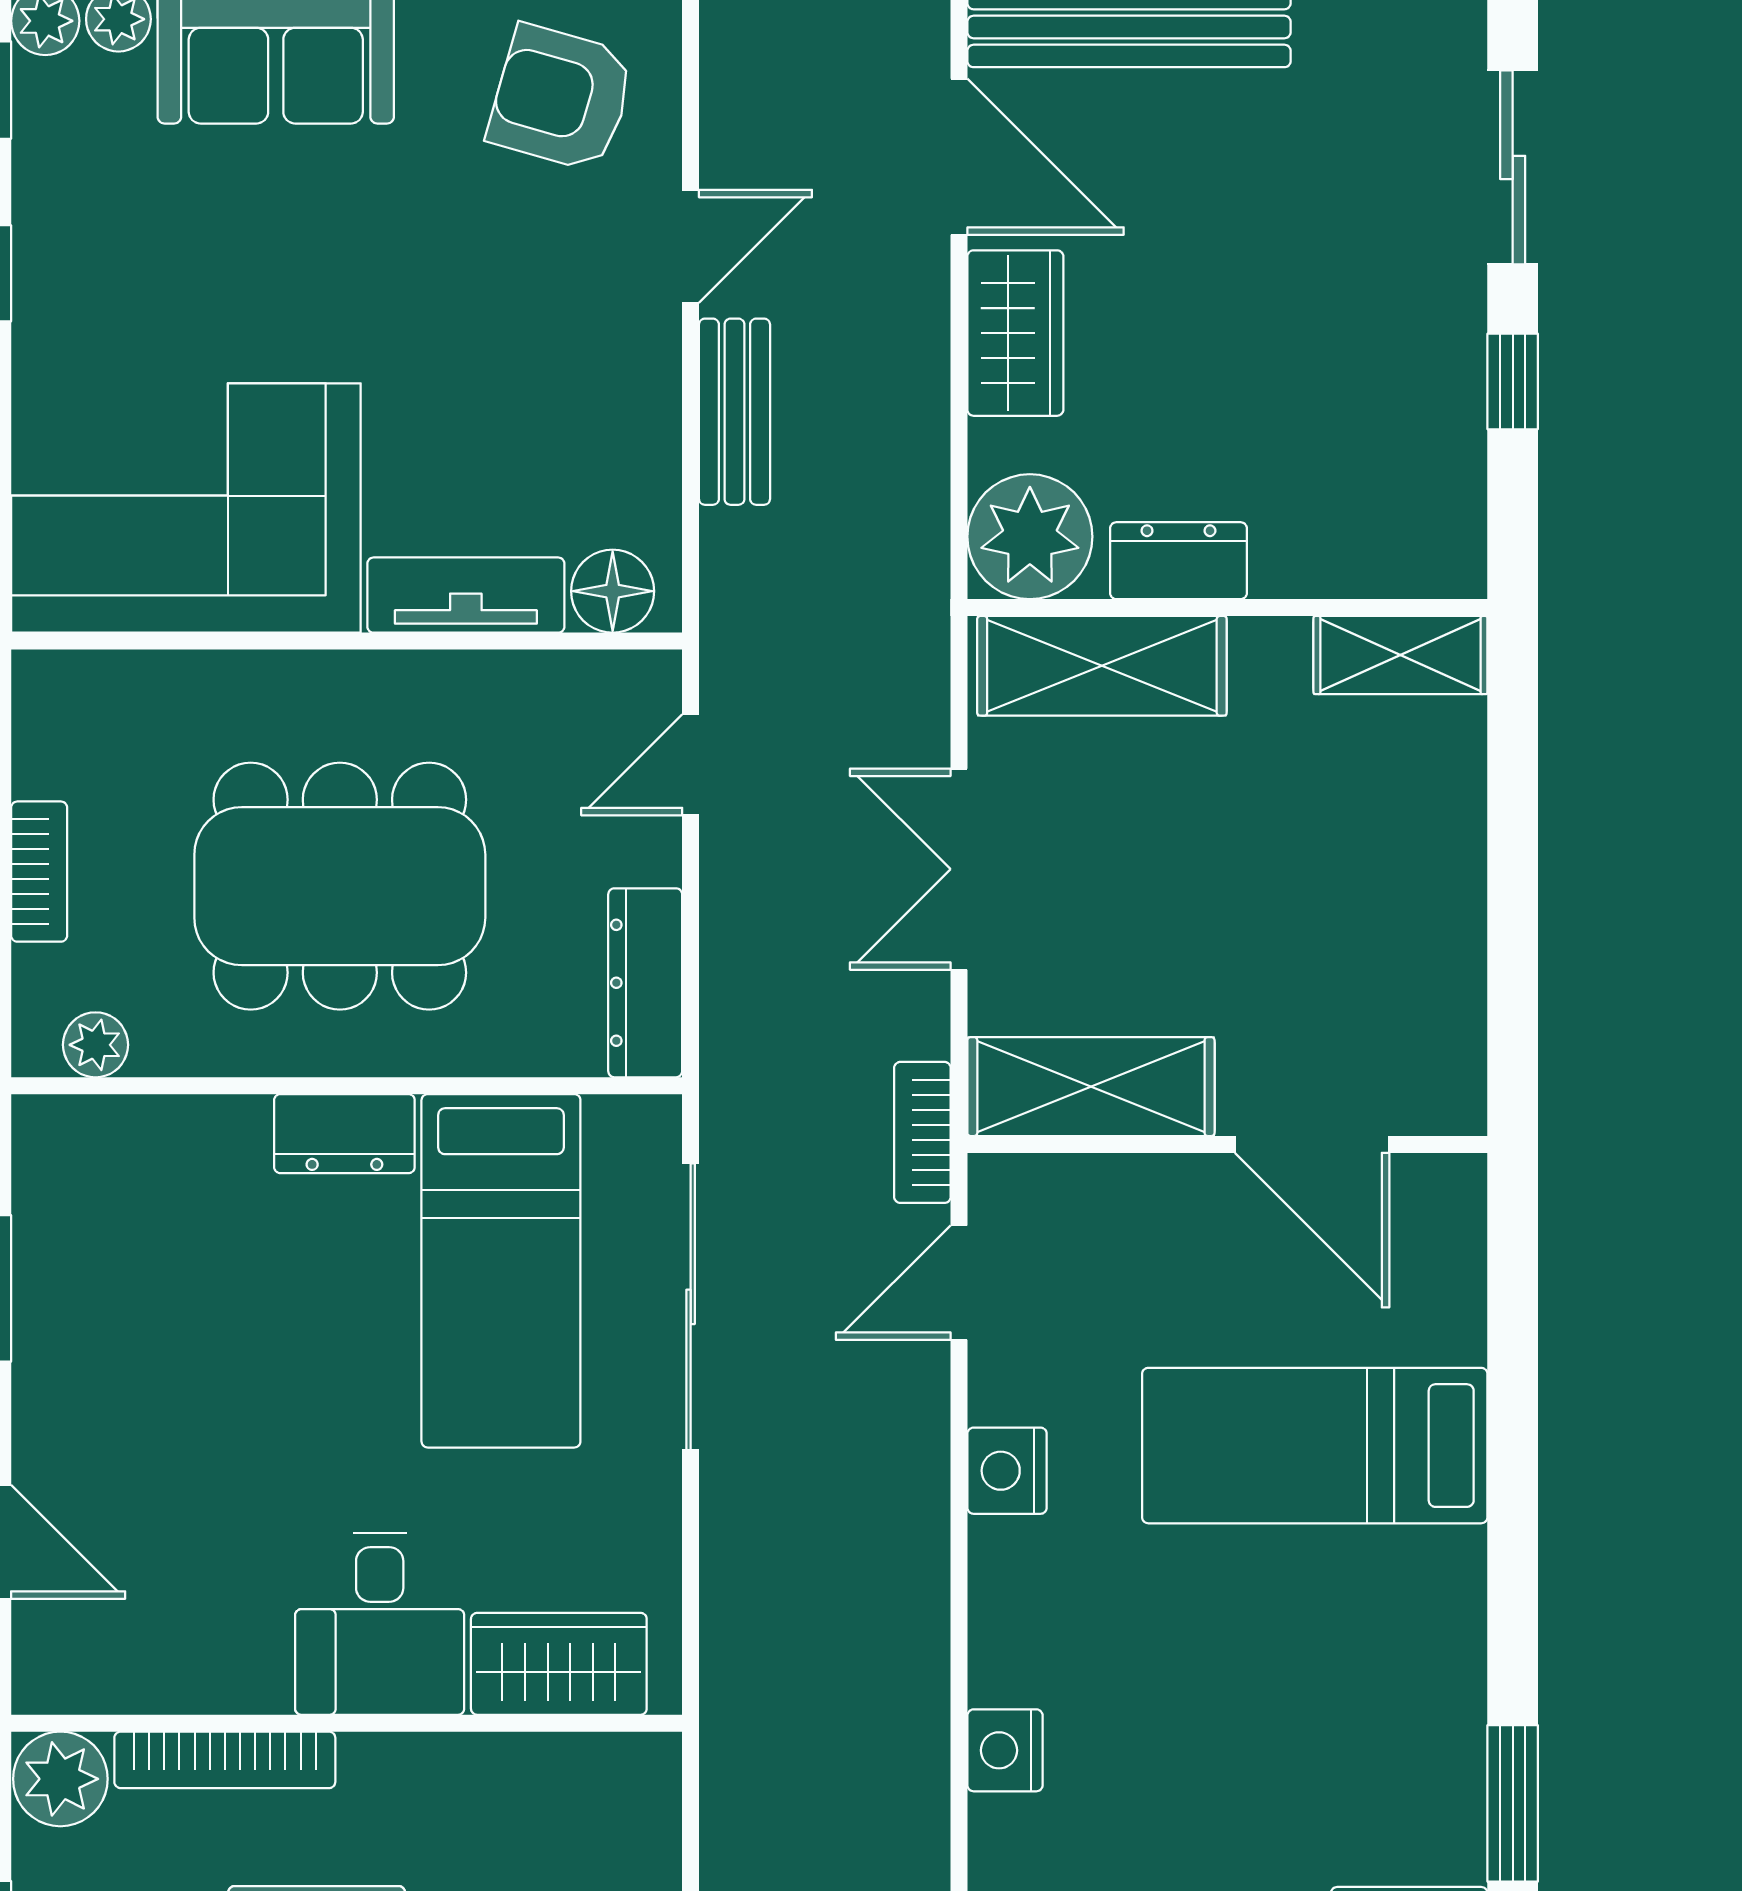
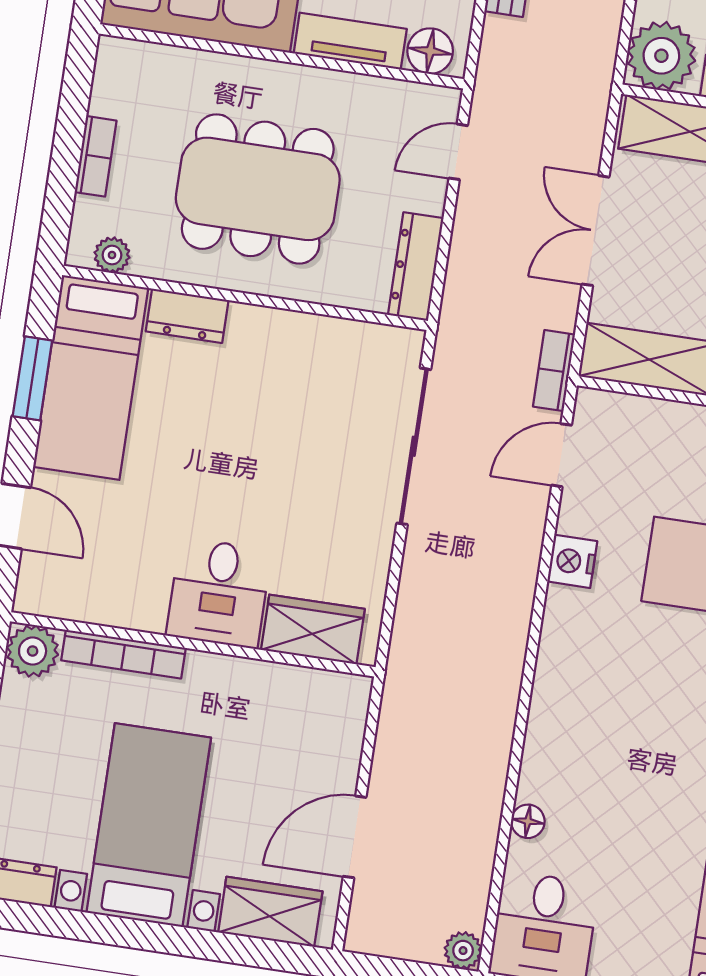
dresser: (344, 1134) -> (187, 316), moved
bed: (501, 1271) -> (91, 377), moved
nightstand: (1005, 1750) -> (548, 713), removed

